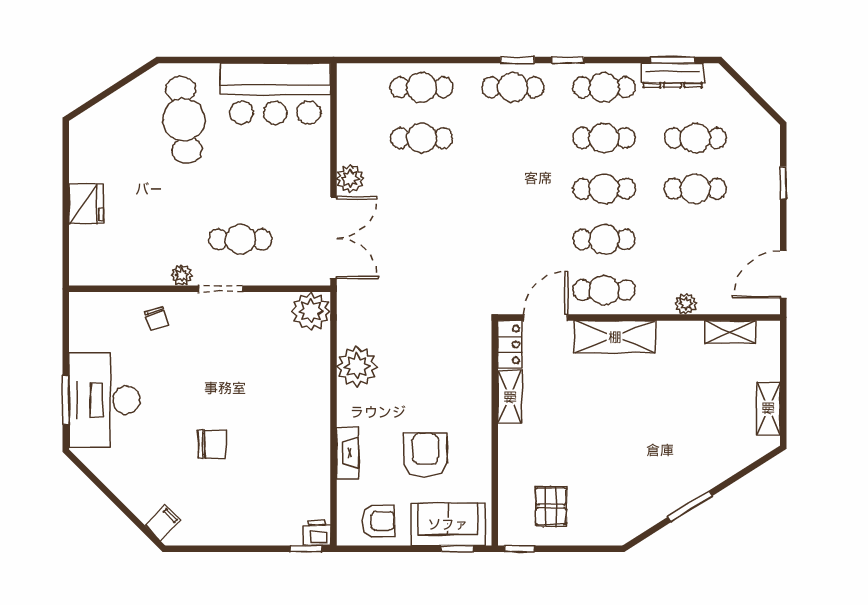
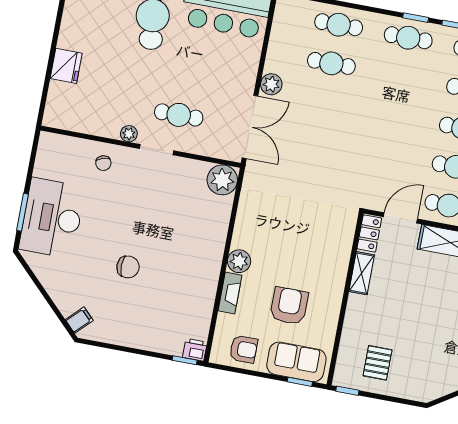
plant: (357, 367) -> (239, 261), moved, width x0.73, depth x0.73

